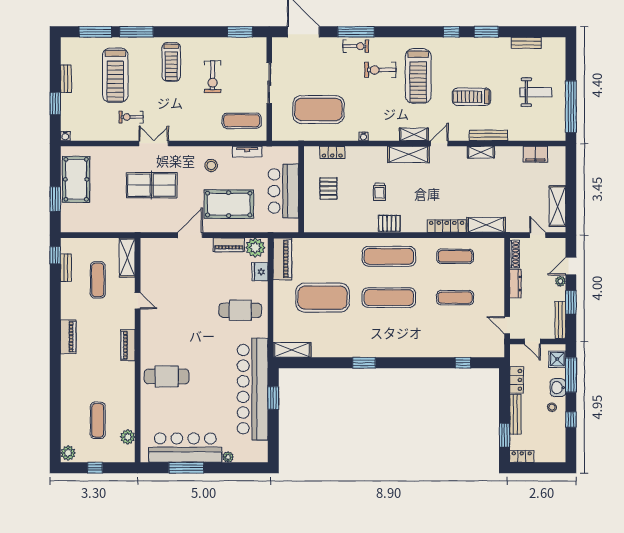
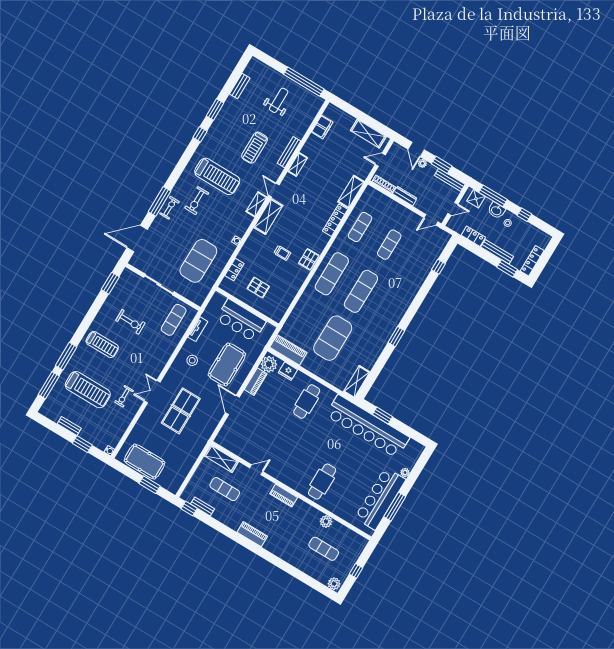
plant: (128, 437) -> (326, 521), moved
locker: (522, 456) -> (532, 261), width x1.53

